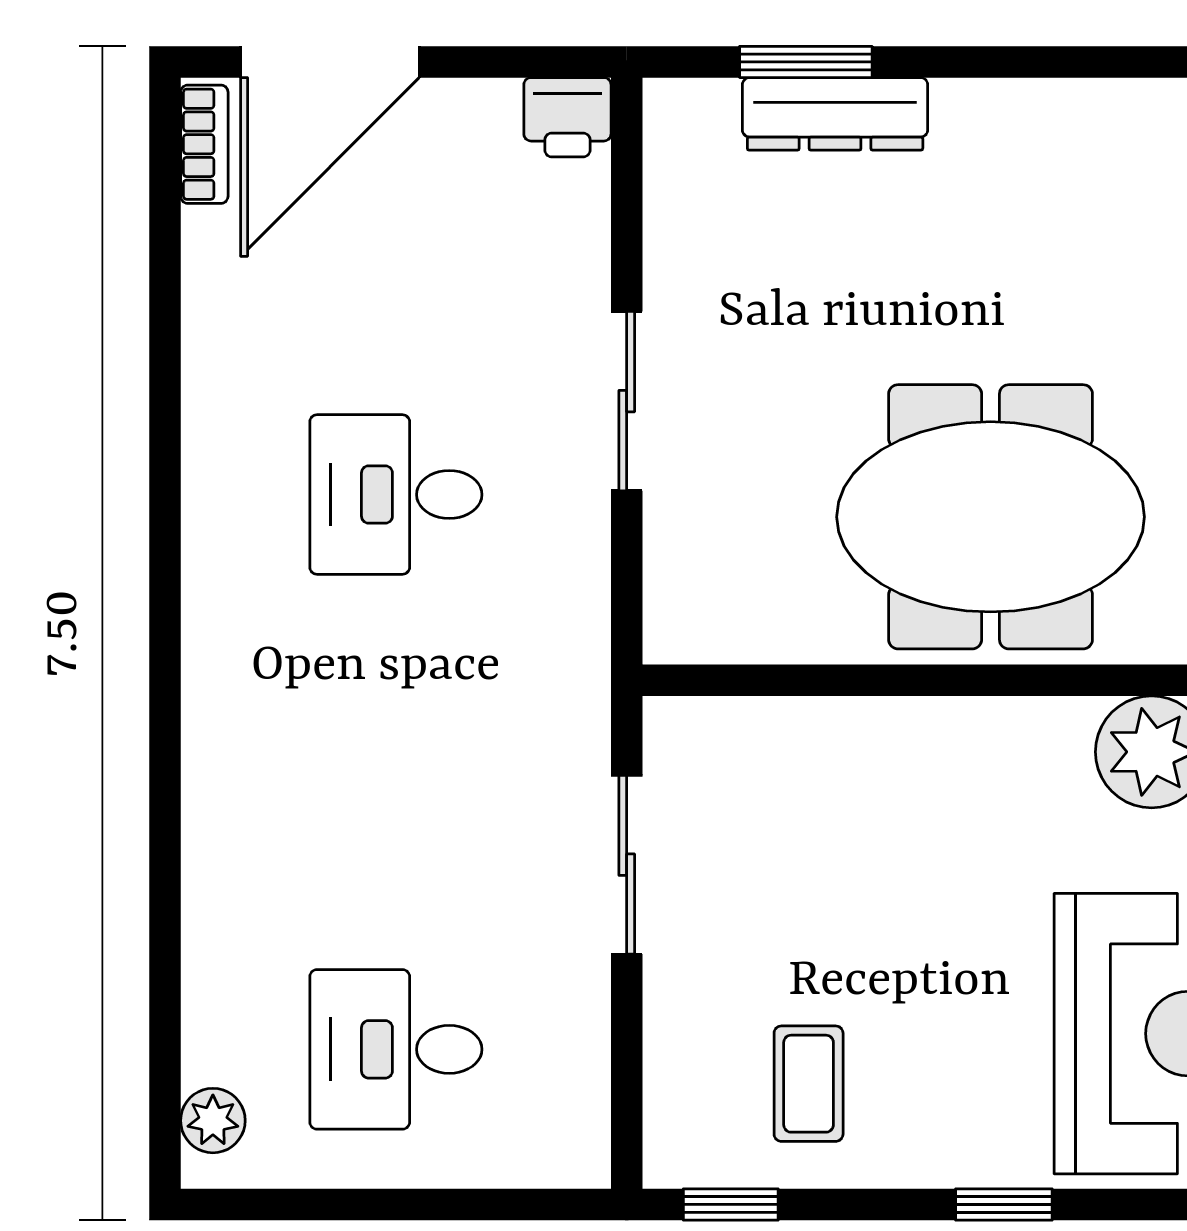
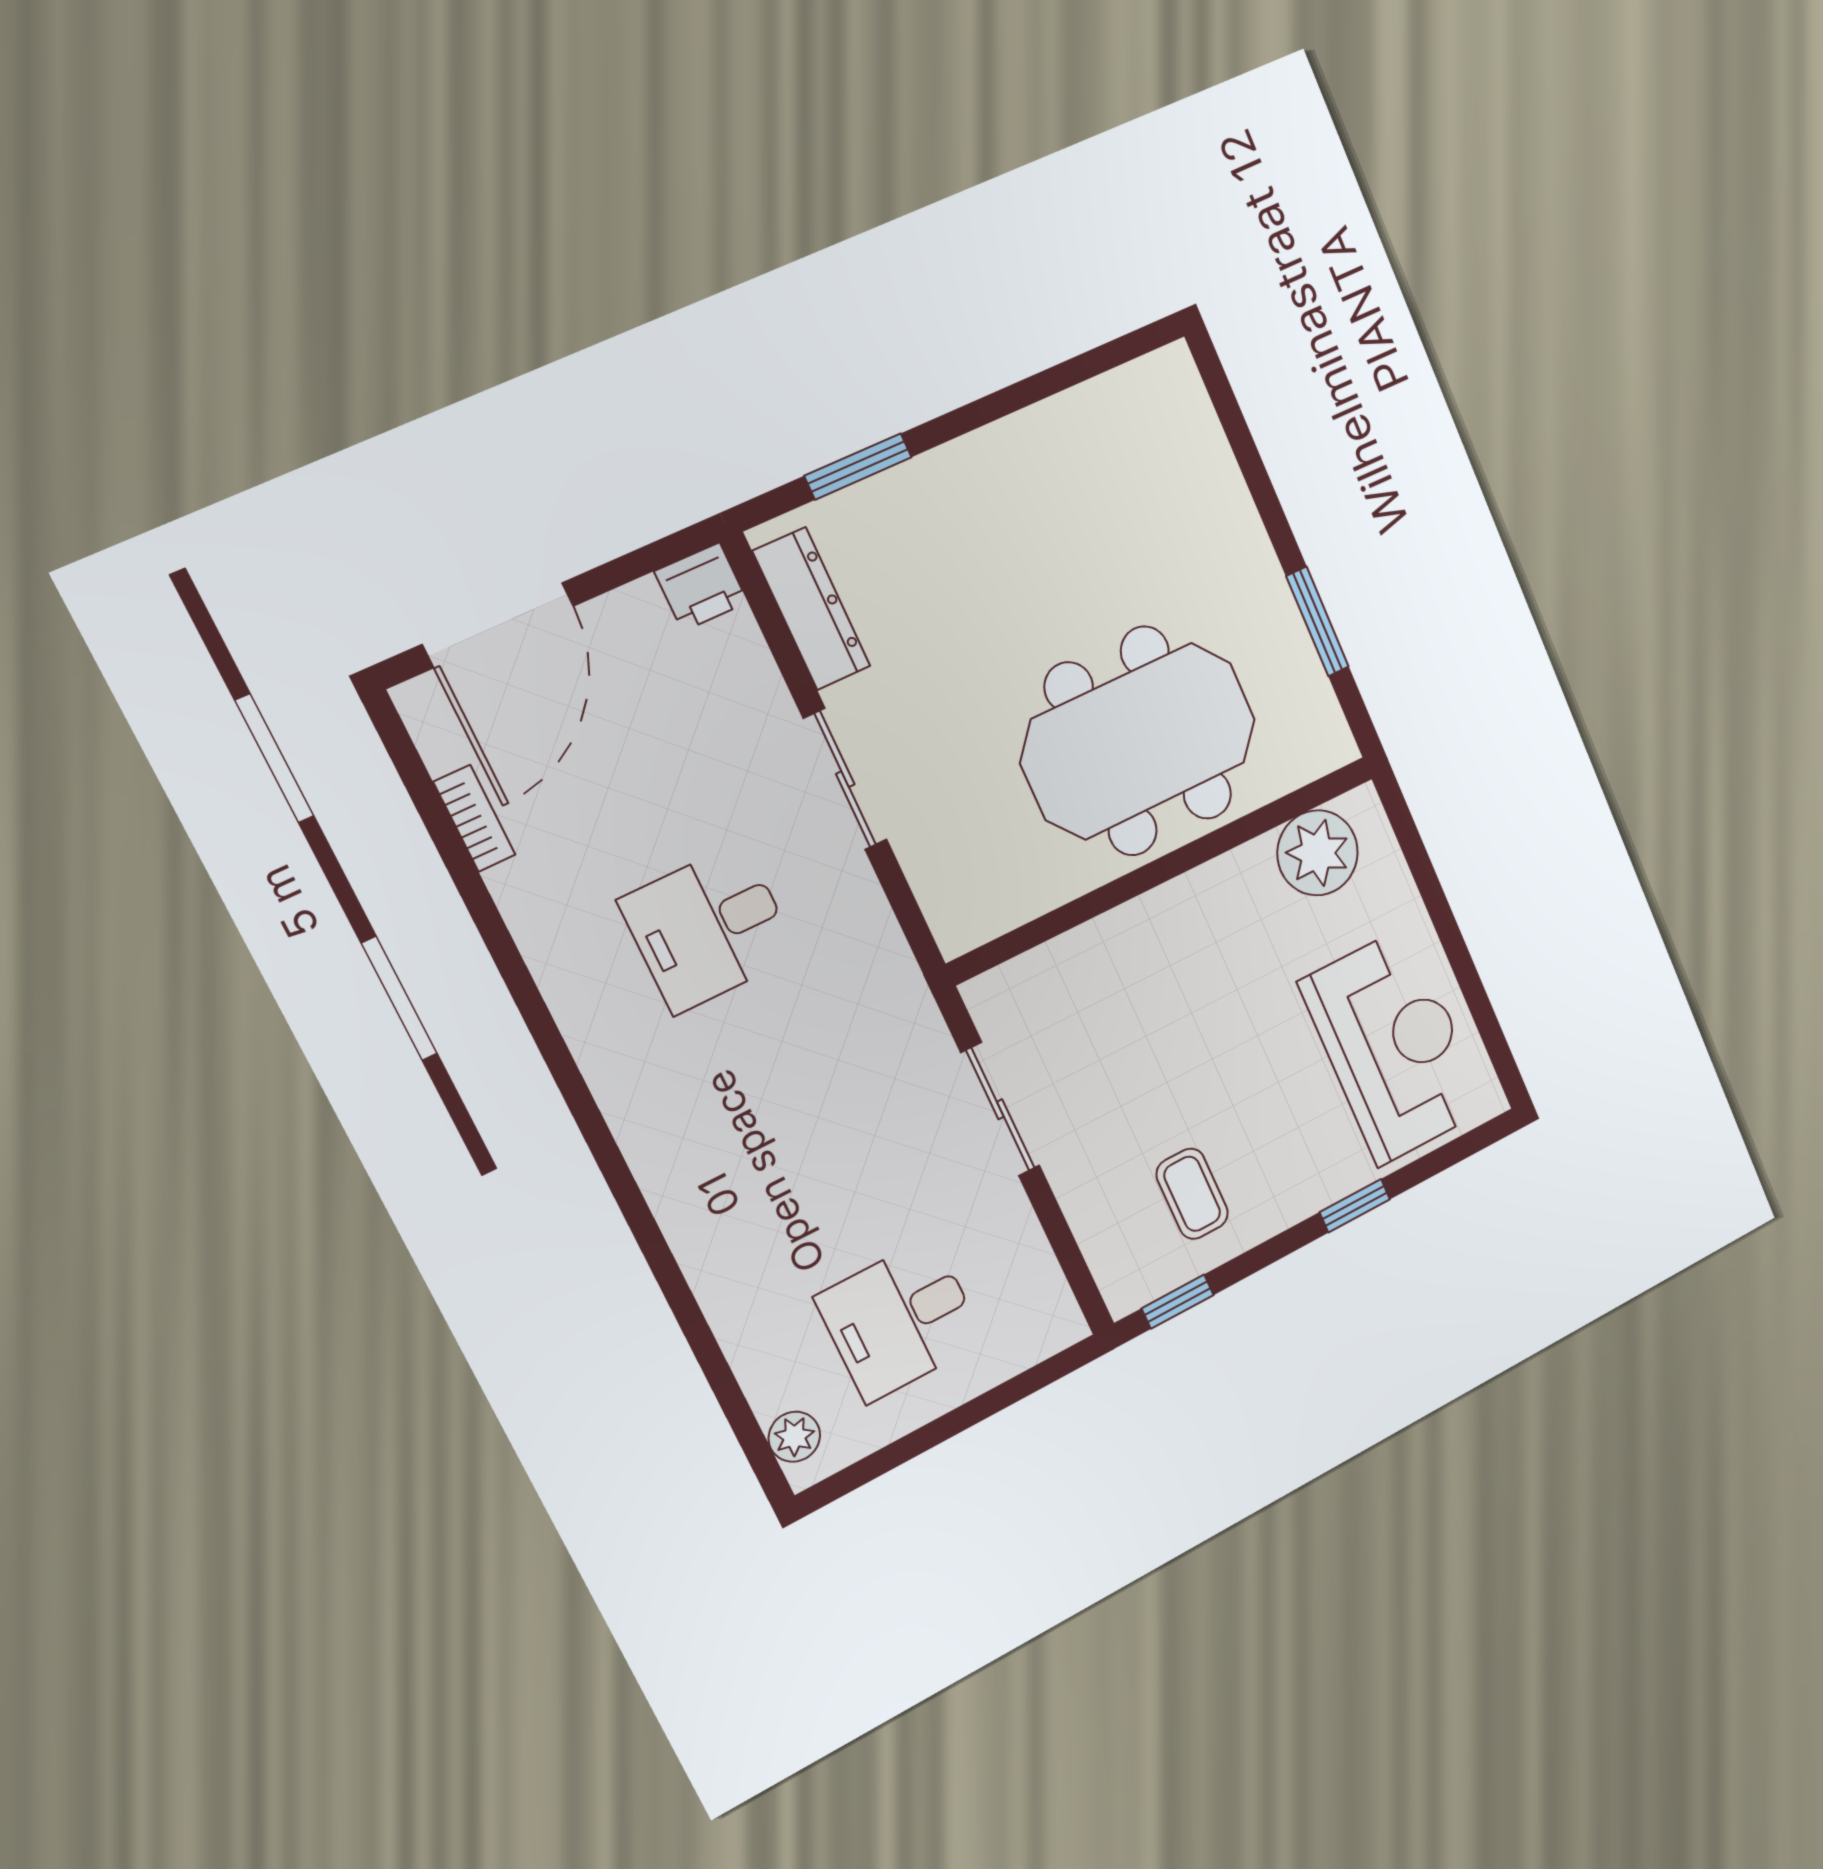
dresser: (835, 114) -> (811, 609), moved, turned -90
bookcase: (204, 144) -> (474, 818), moved

